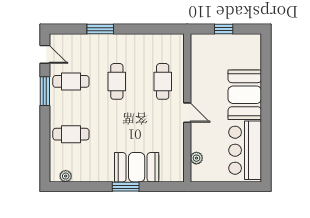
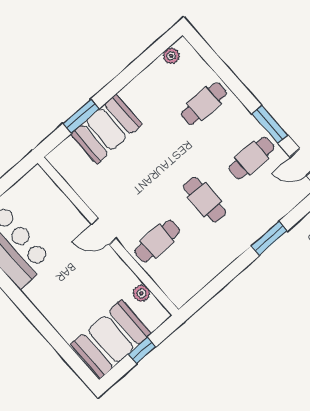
cafe table: (163, 81) -> (157, 241), turned 90
booth: (245, 95) -> (111, 339), moved, turned 90
plant: (196, 158) -> (141, 293), moved
window: (126, 187) -> (81, 116), moved

